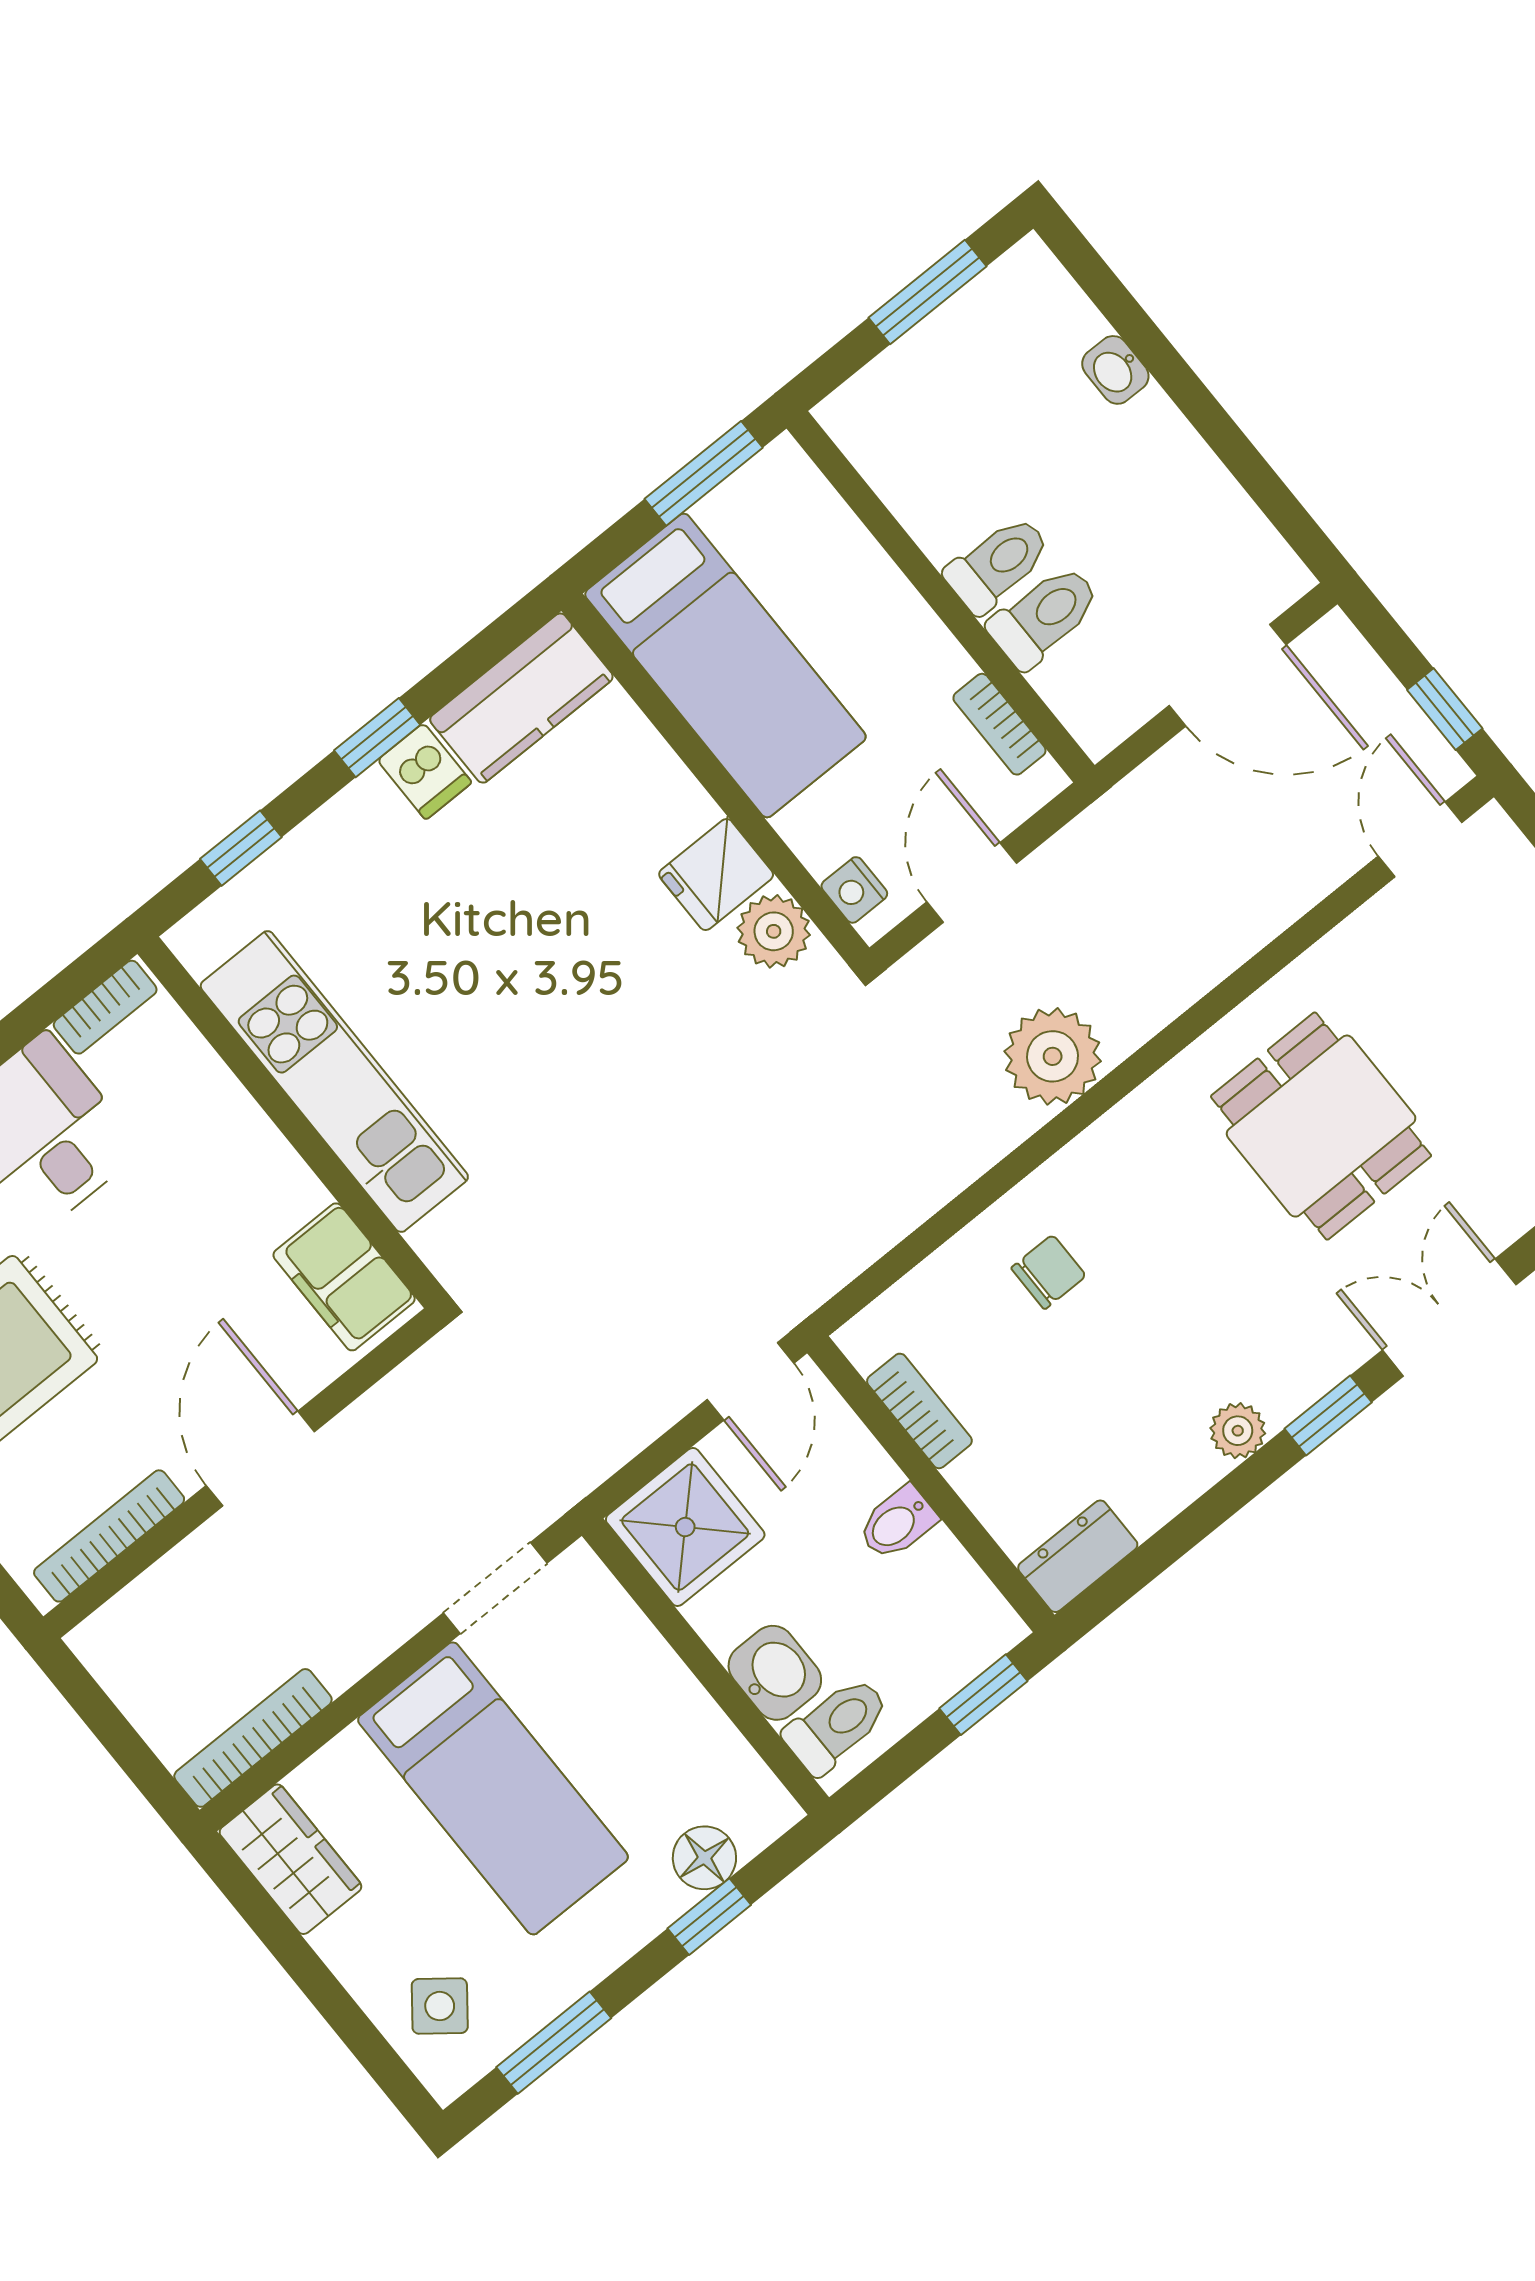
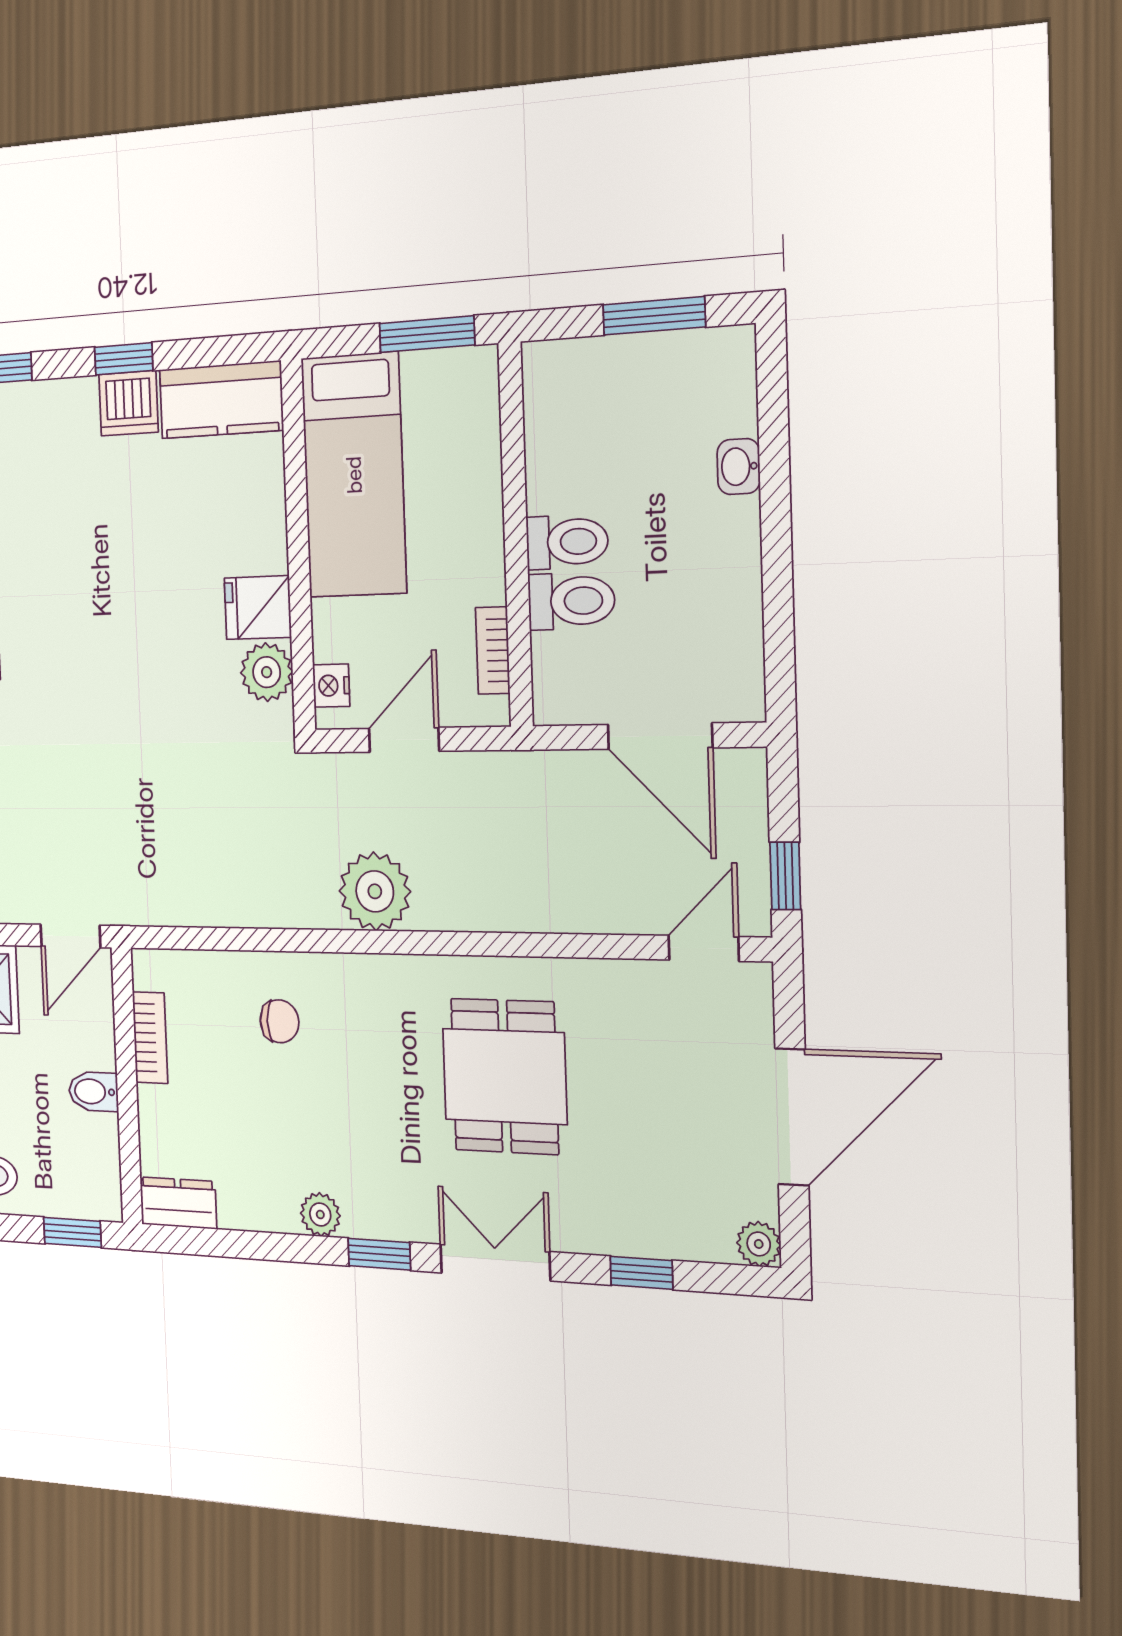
dishwasher: (425, 771) -> (128, 403), width x1.38

